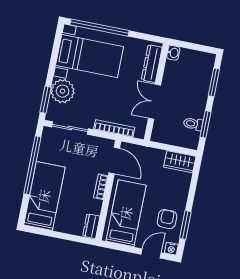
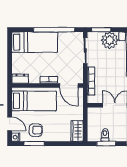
door: (114, 160) -> (69, 86), hinge flipped

